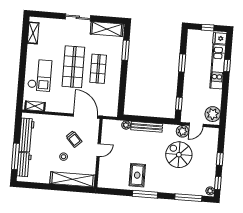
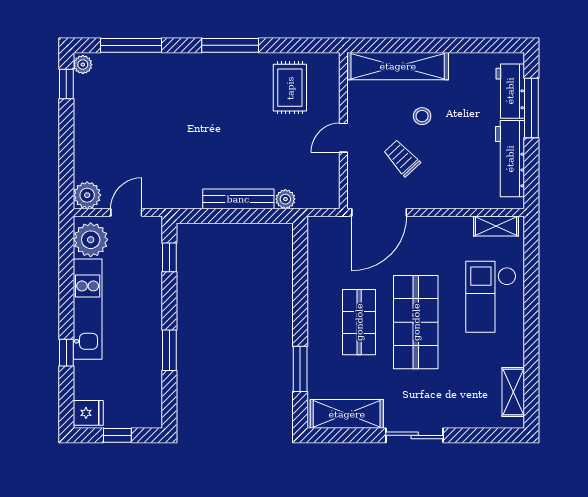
kitchen unit: (218, 67) -> (88, 309), moved
door: (86, 116) -> (379, 212), hinge flipped
plant: (182, 131) -> (87, 195), moved
spiral stairs: (179, 155) -> (160, 141), removed
window: (220, 159) -> (66, 139), removed
rug: (137, 175) -> (290, 88), moved

